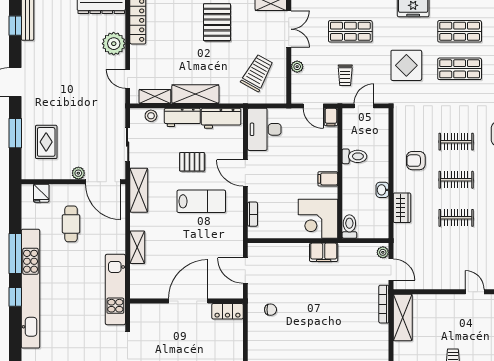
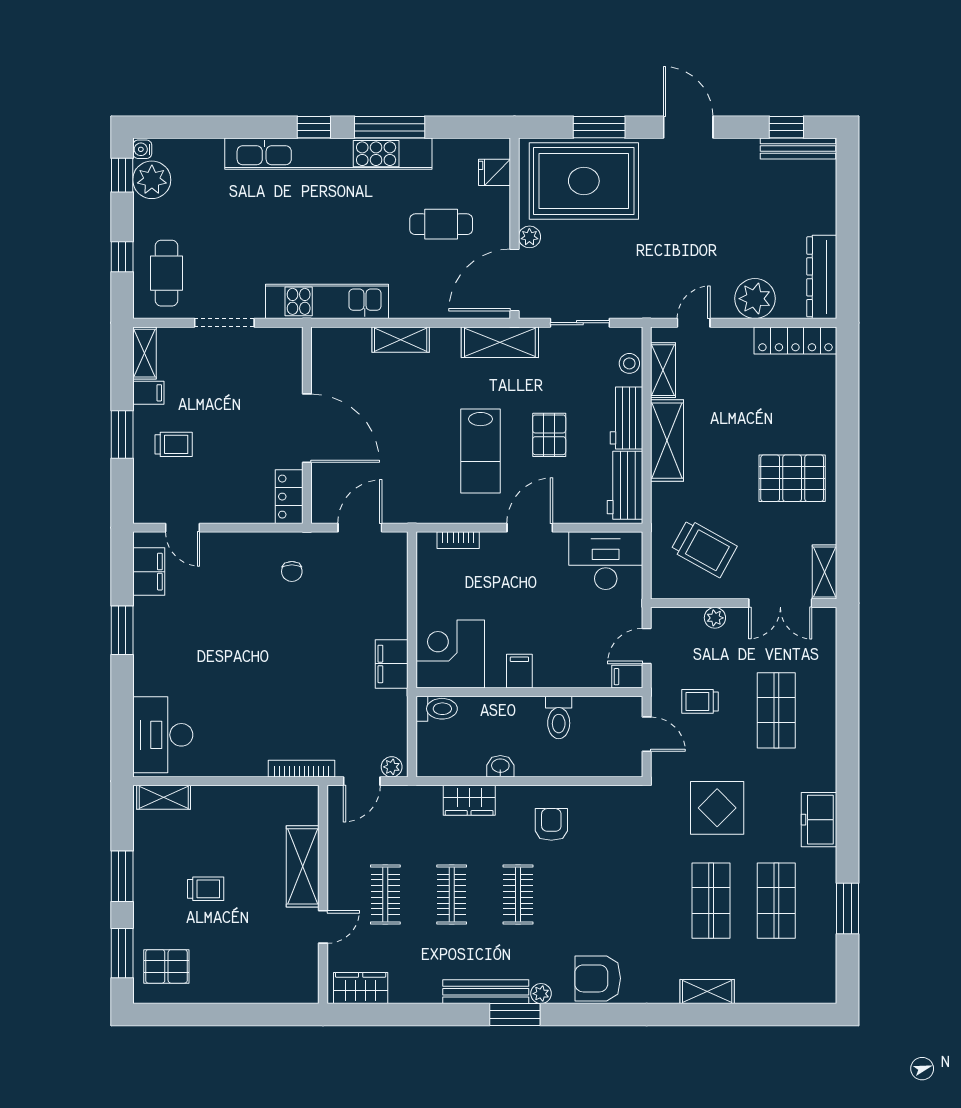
rug: (46, 142) -> (584, 181), width x1.86, depth x2.06
clothes rail: (456, 142) -> (385, 894), moved
shelving: (403, 317) -> (303, 866), moved, turned 90

